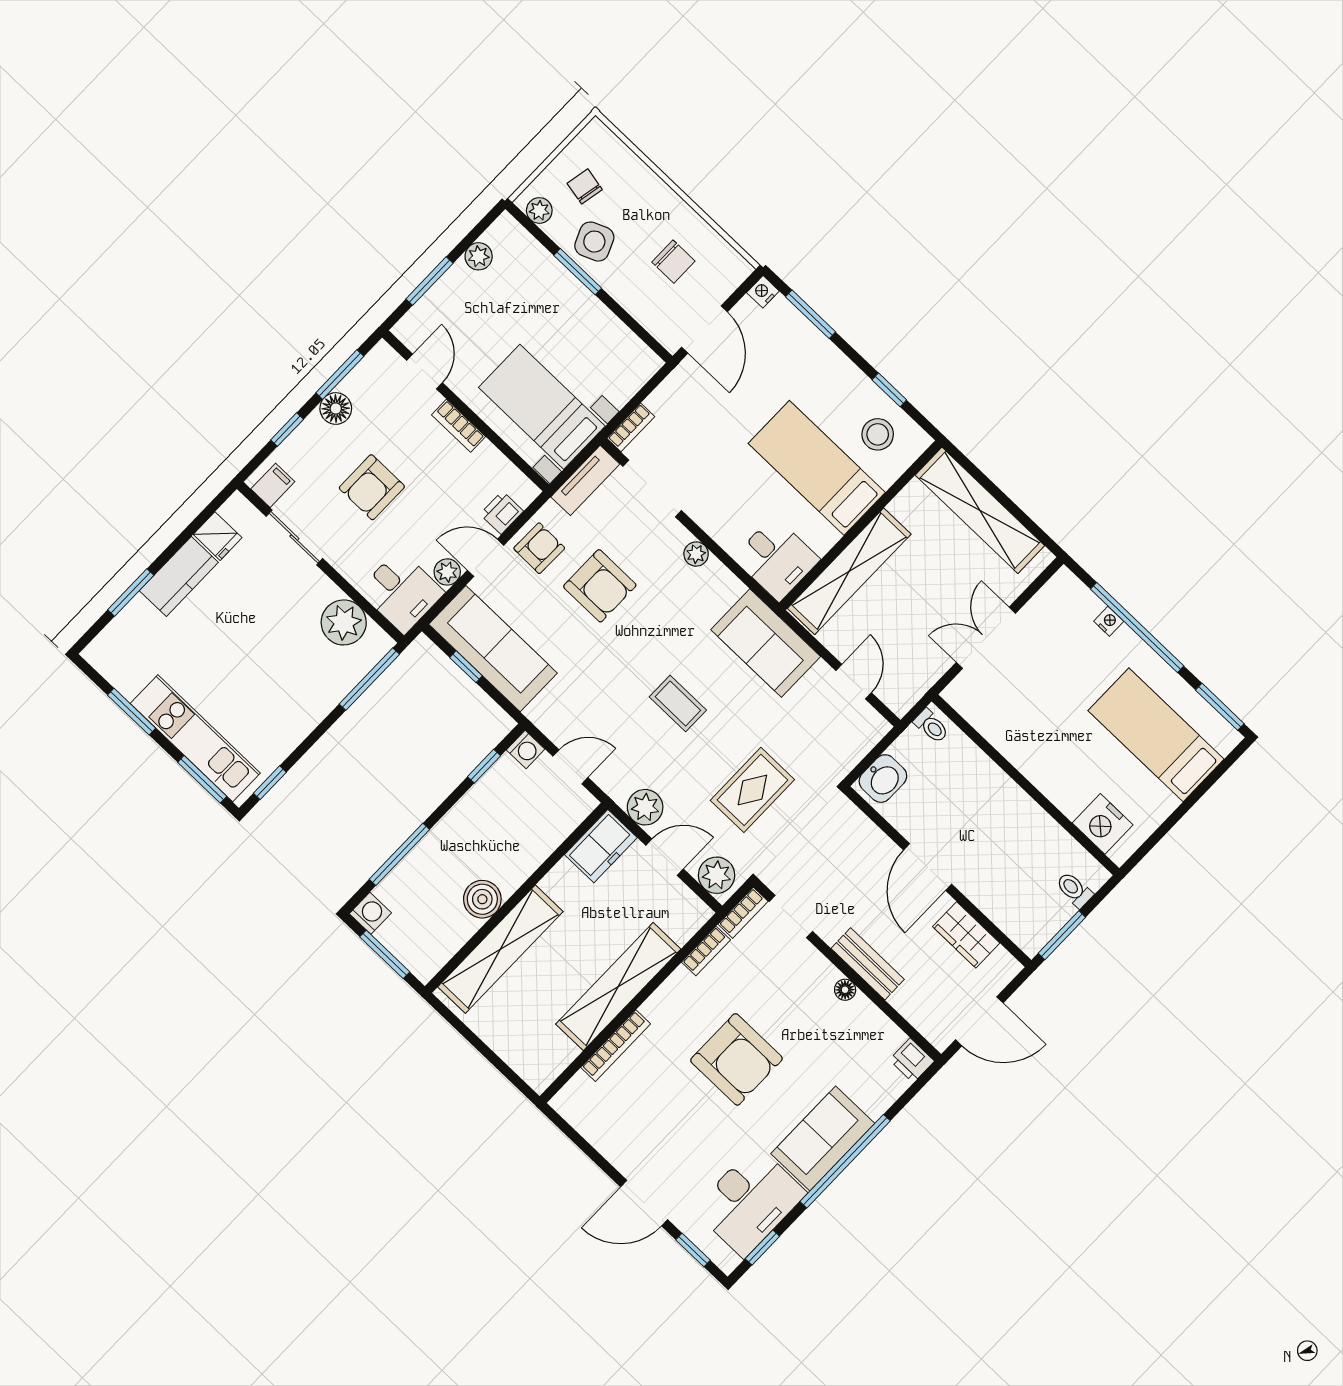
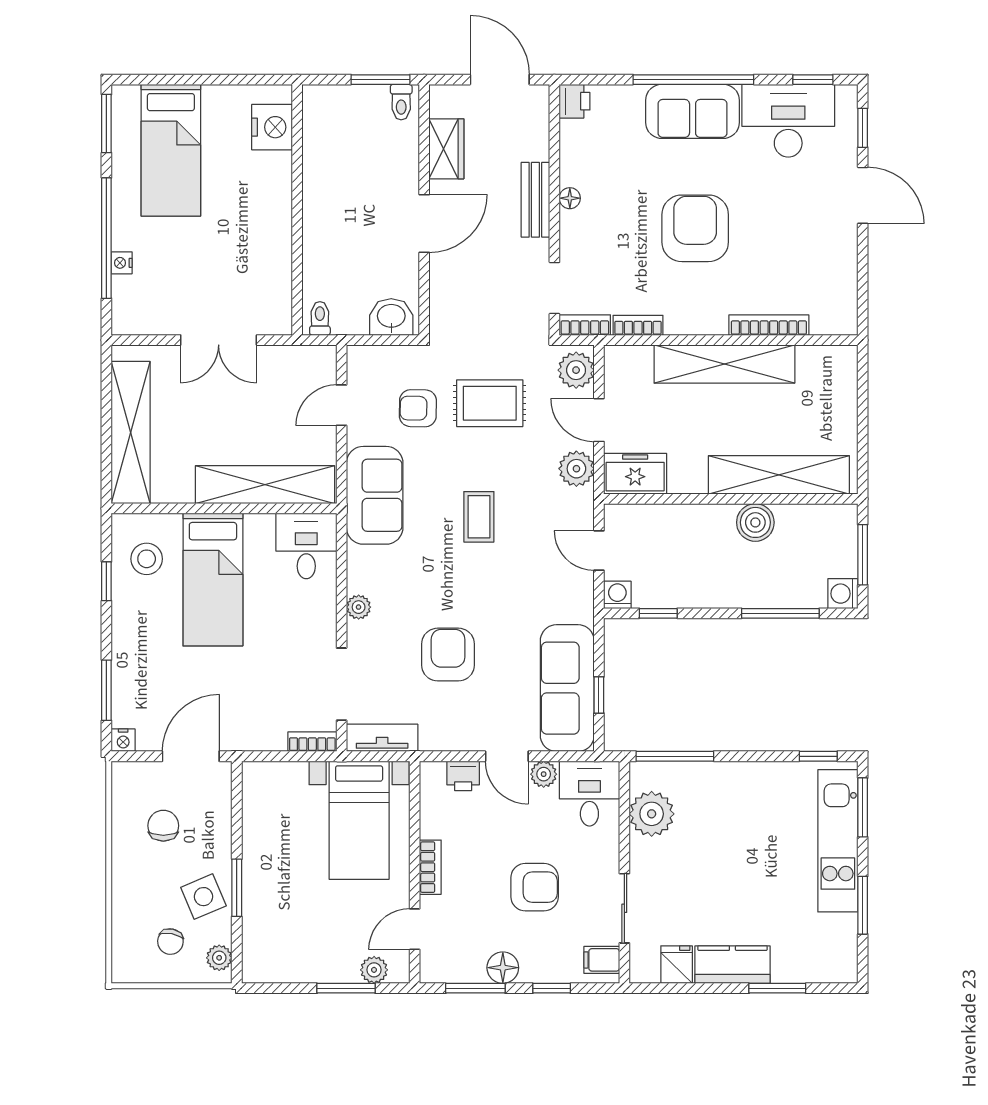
plant: (479, 256) -> (374, 970), moved
armchair: (539, 548) -> (418, 408), moved
toilet: (1074, 890) -> (401, 102), moved

